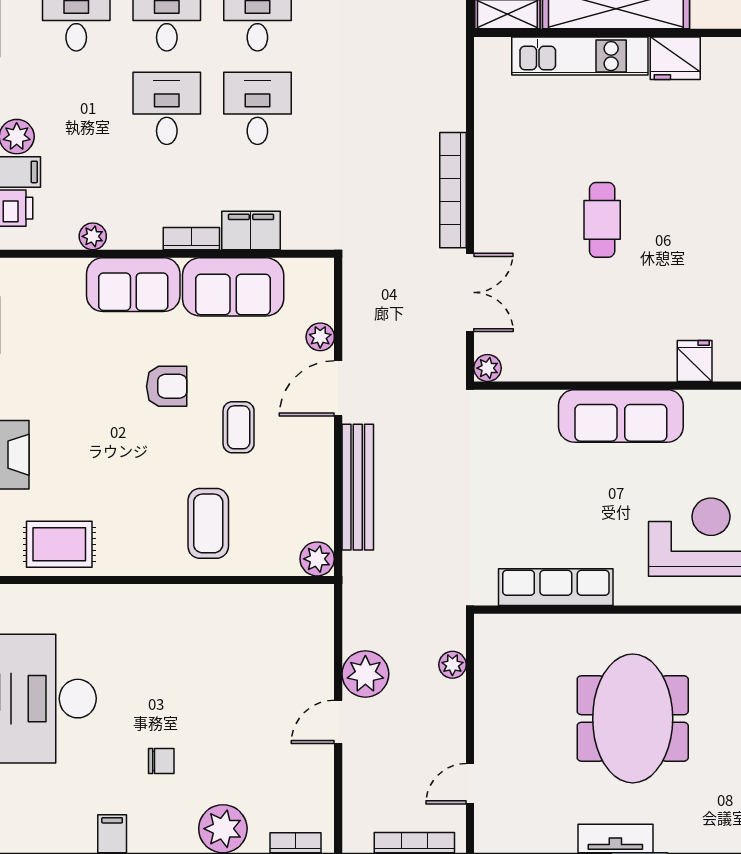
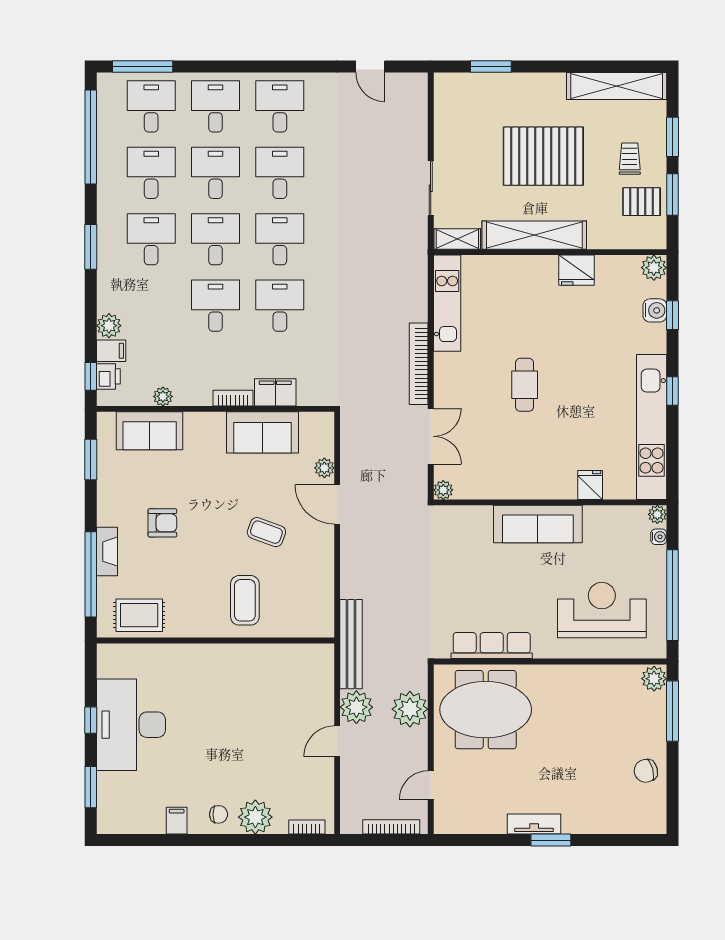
kitchen unit: (580, 56) -> (447, 303), moved, turned -90
sofa: (133, 285) -> (150, 431), moved
armchair: (167, 386) -> (162, 523), moved
door: (338, 388) -> (337, 504), hinge flipped
coffee table: (239, 427) -> (266, 532), turned -70
bench: (358, 487) -> (351, 644), moved
plant: (317, 559) -> (322, 626), removed
plant: (452, 665) -> (410, 709), width x1.88, depth x1.88
meeting table: (633, 718) -> (486, 710), moved, turned 90
chair: (161, 761) -> (219, 814), moved

